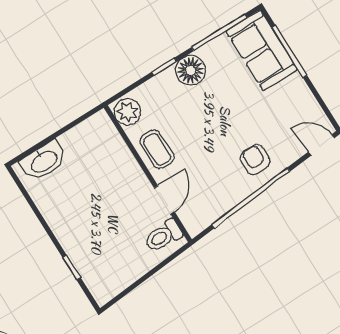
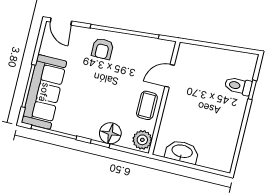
sofa: (262, 50) -> (44, 92), width x1.36
floor lamp: (191, 70) -> (110, 133), moved
washbasin: (44, 161) -> (182, 152), moved
toilet: (163, 236) -> (238, 86), moved, turned 180

